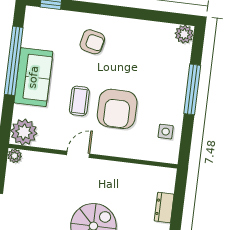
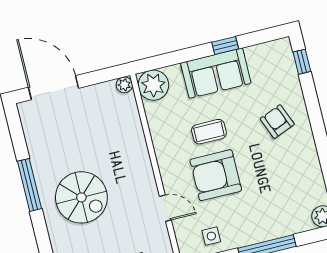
armchair: (92, 42) -> (277, 122), turned 145
window: (14, 61) -> (225, 45), width x0.32
door: (78, 154) -> (165, 208), moved

